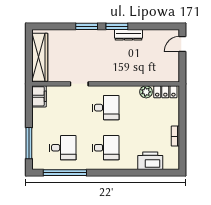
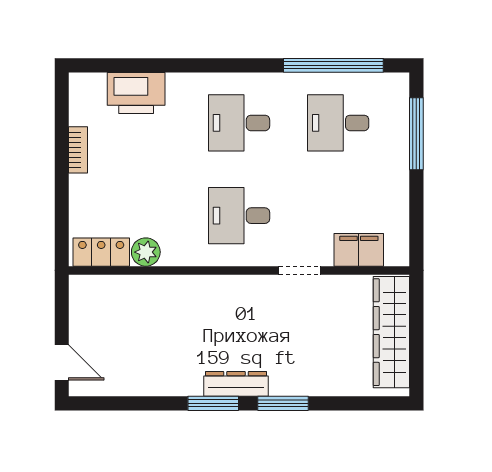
dresser: (128, 35) -> (236, 384), moved
door: (182, 44) -> (62, 362), hinge flipped
filing cabinet: (39, 96) -> (359, 250), moved, turned 90

